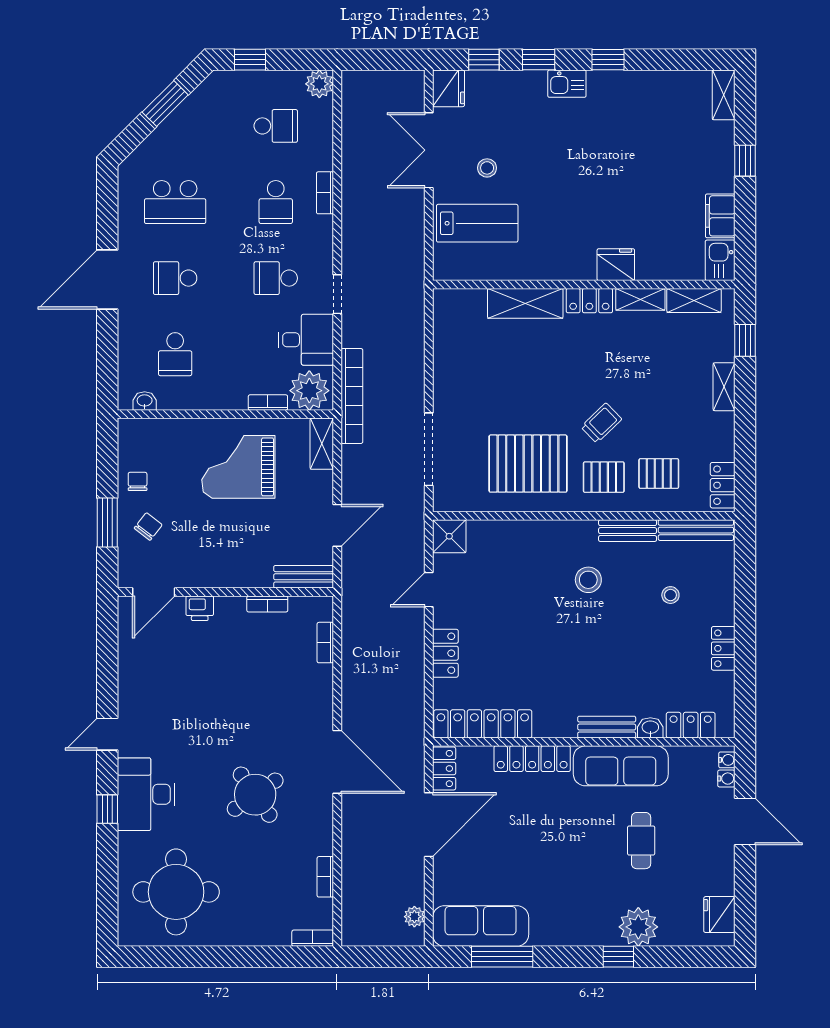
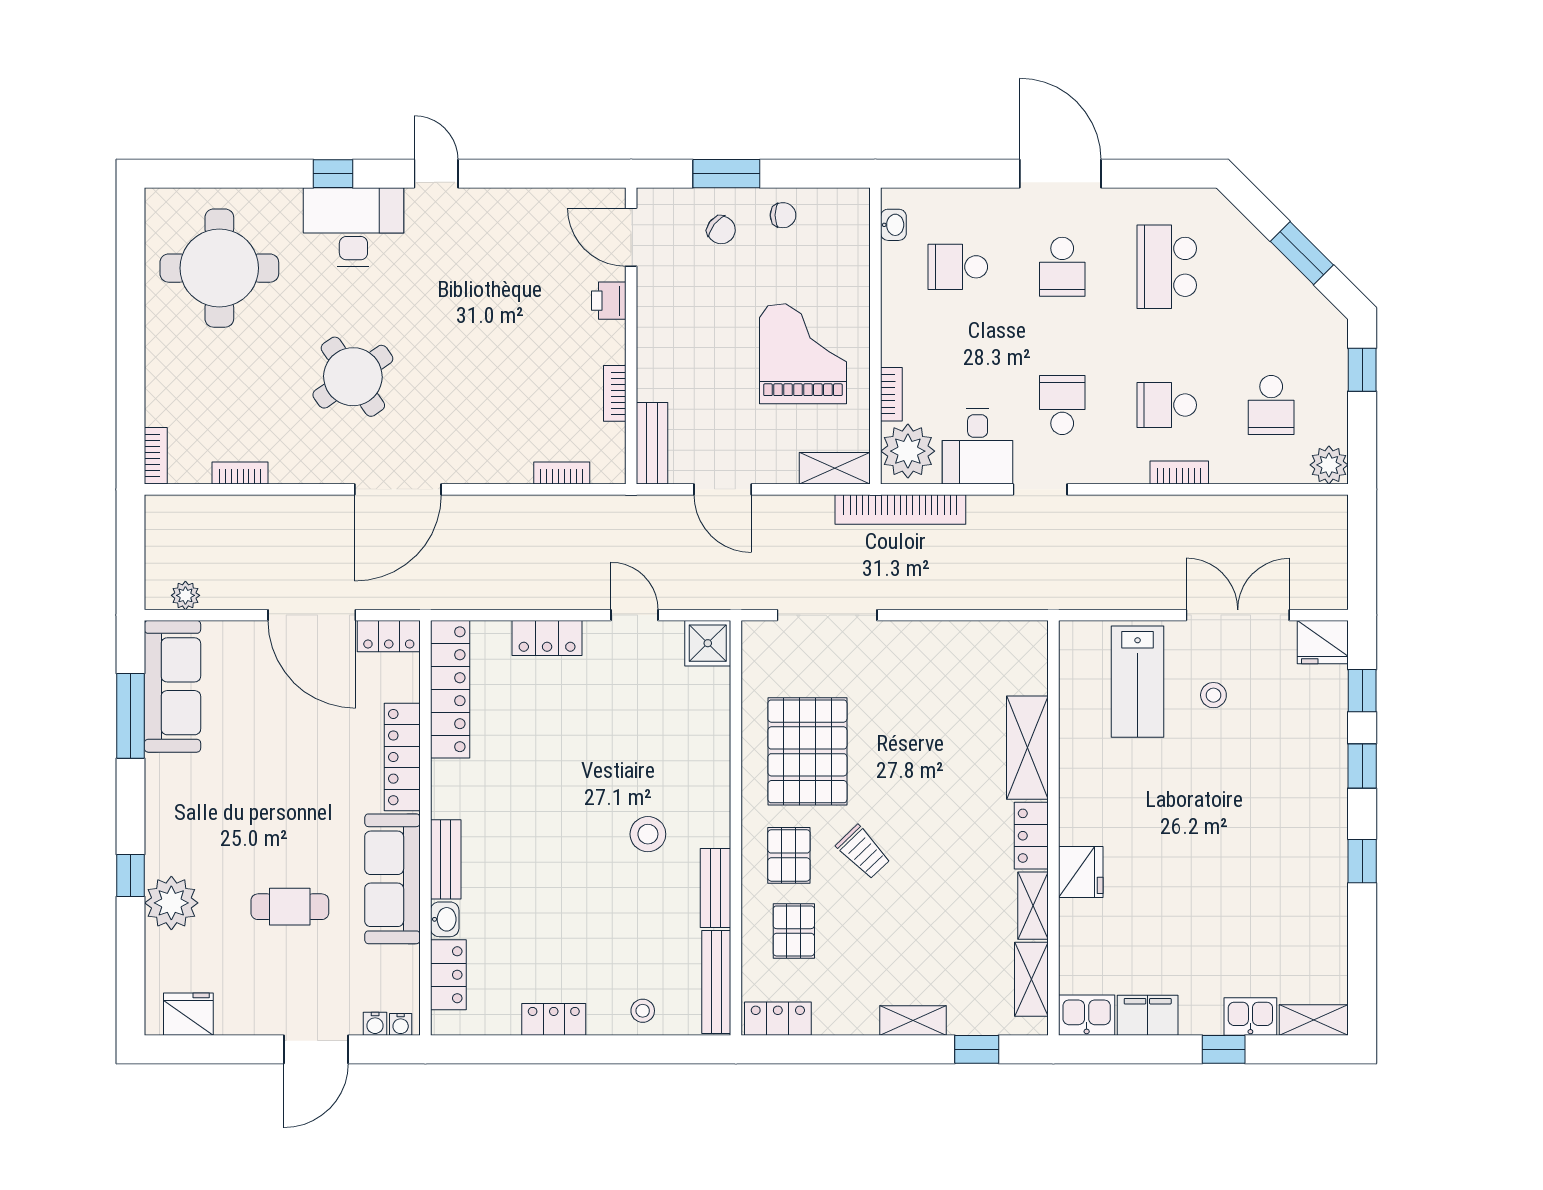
kitchen sink: (567, 84) -> (1250, 1017), moved, turned 90
school desk: (175, 278) -> (1062, 267), turned 180
stool: (670, 595) -> (643, 1011), moved

